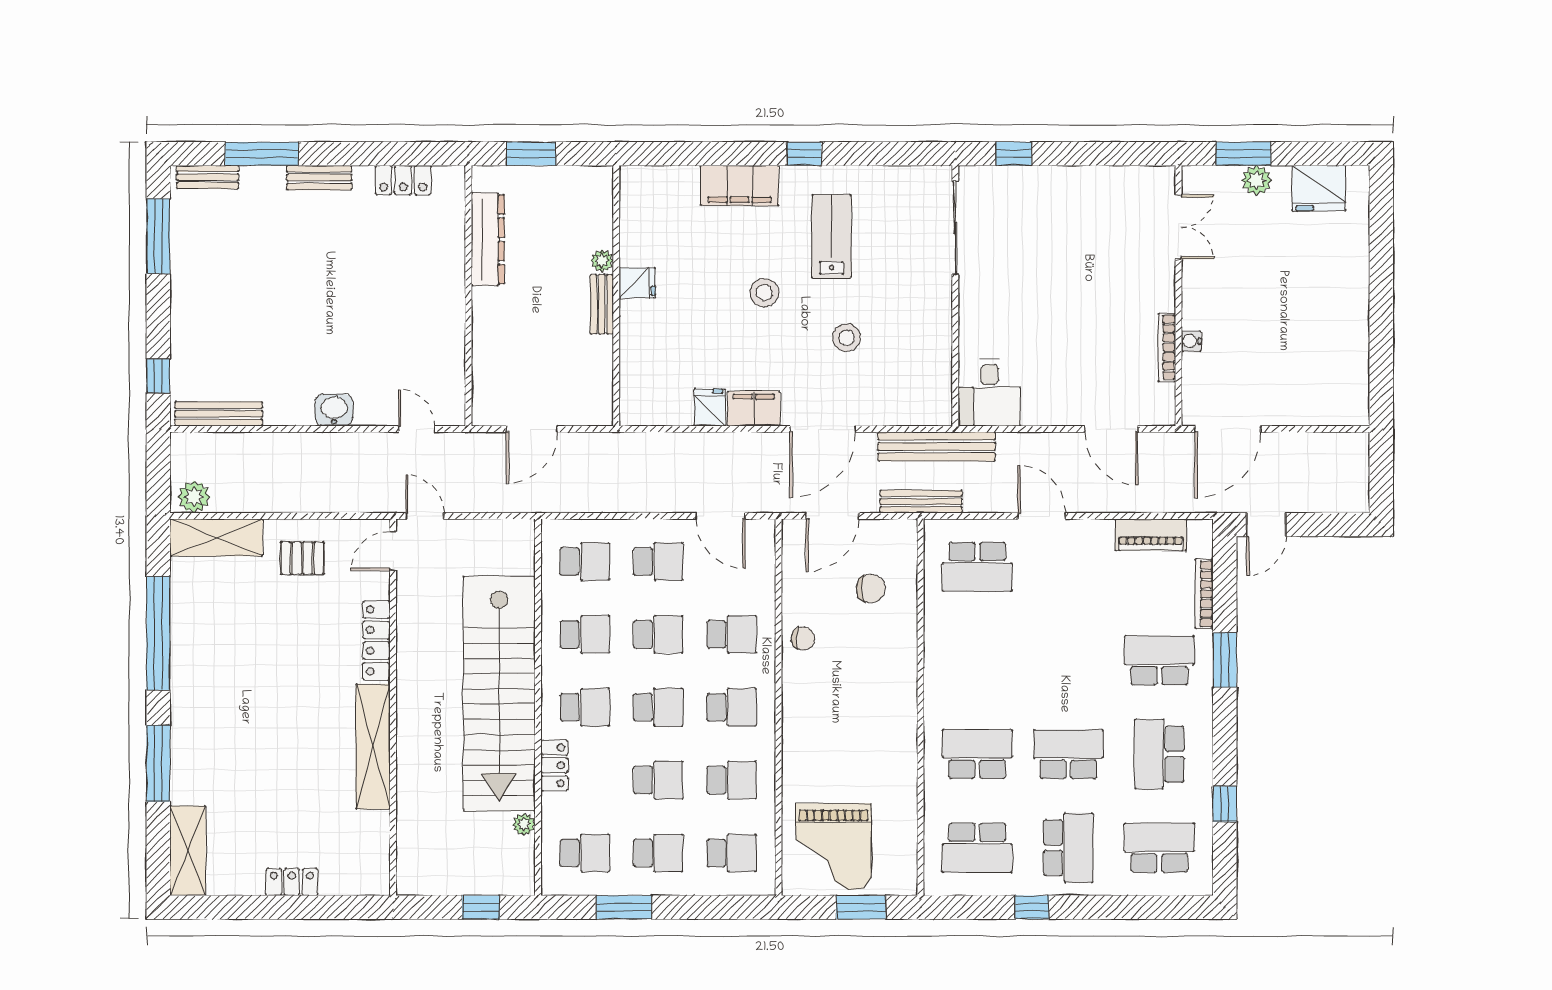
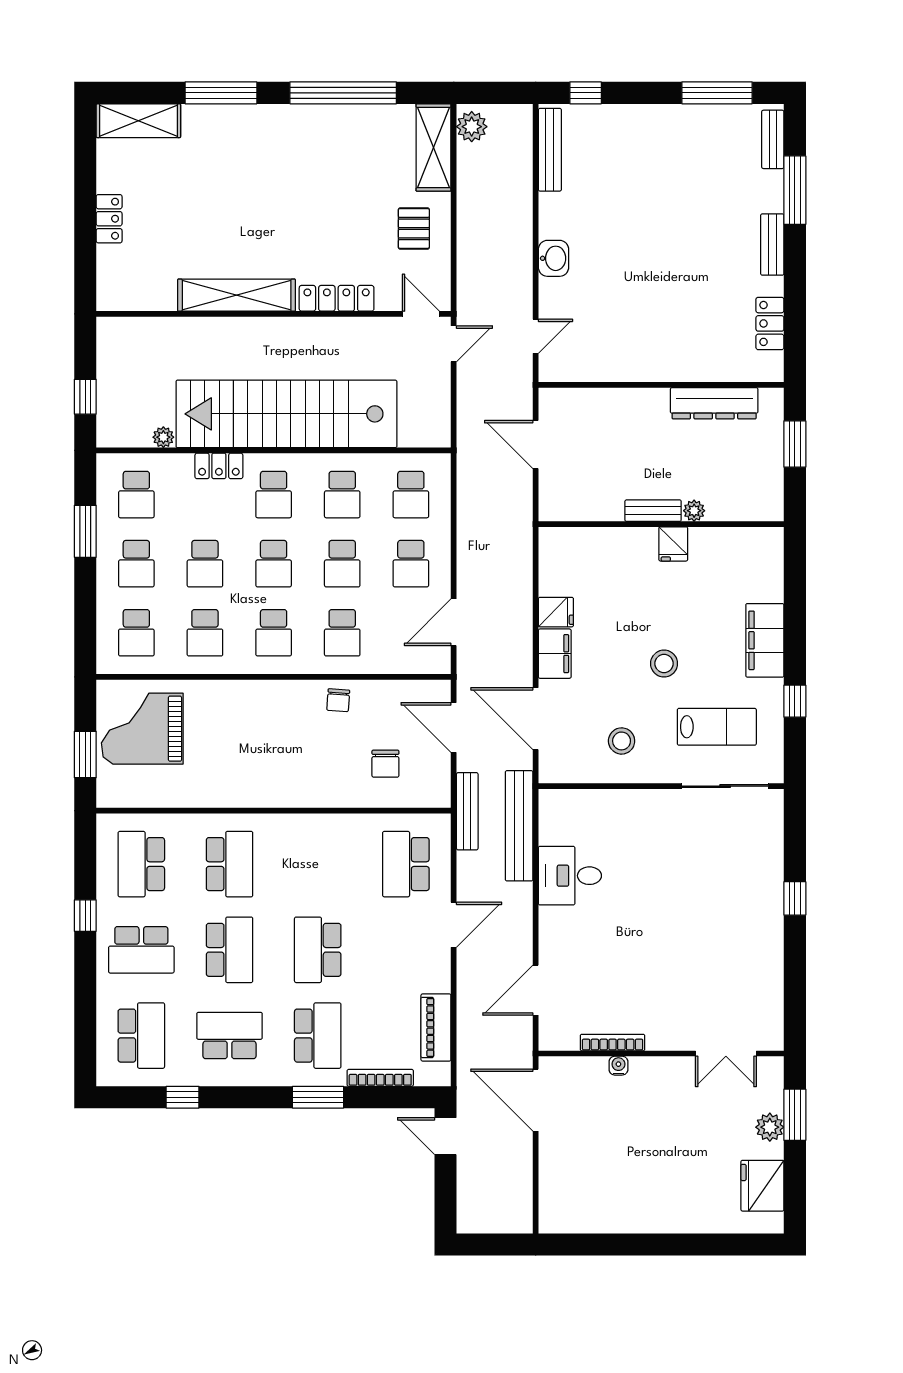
sliding door: (955, 228) -> (725, 786), moved
wall: (955, 296) -> (661, 786), moved
school desk: (1068, 660) -> (318, 950), added

